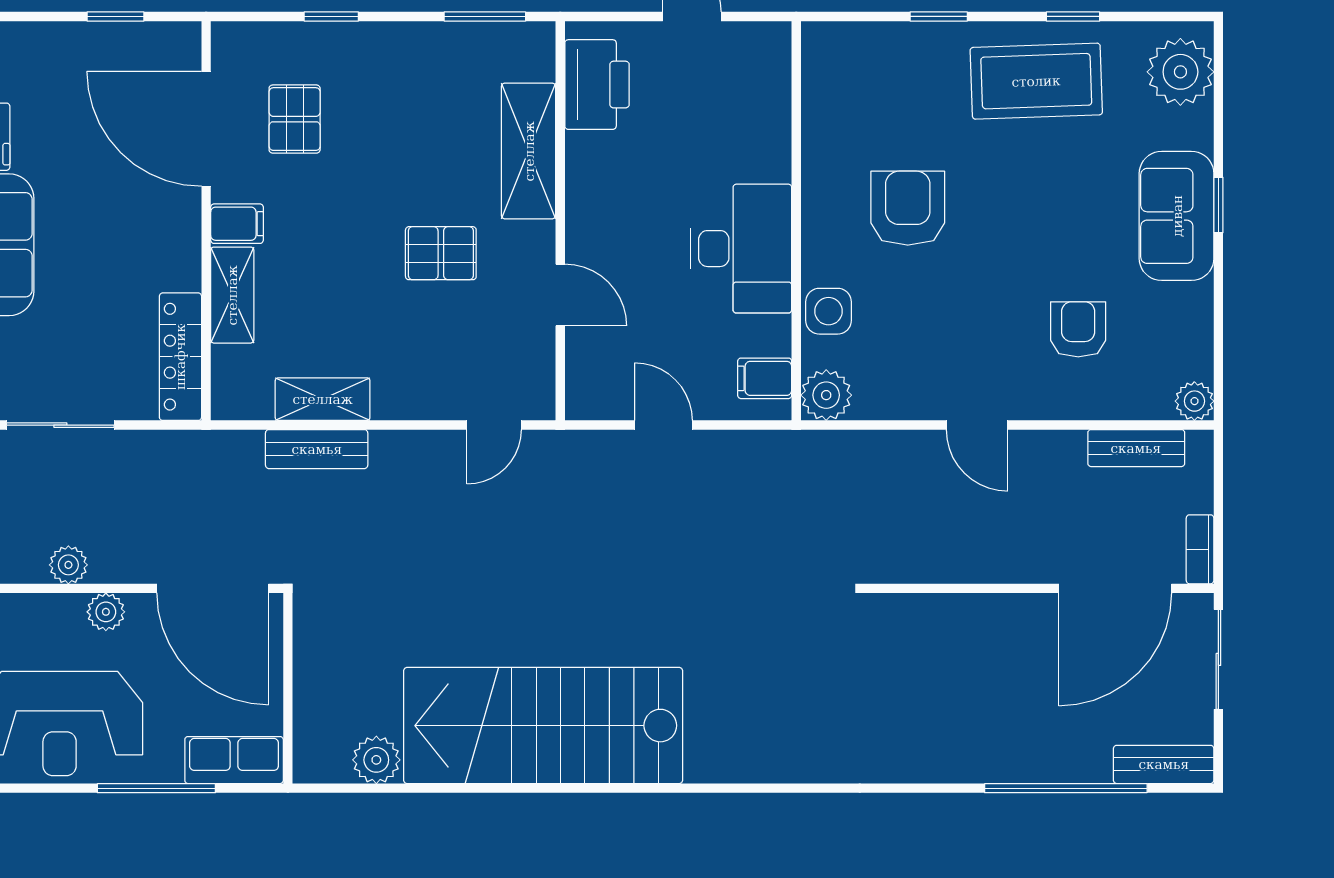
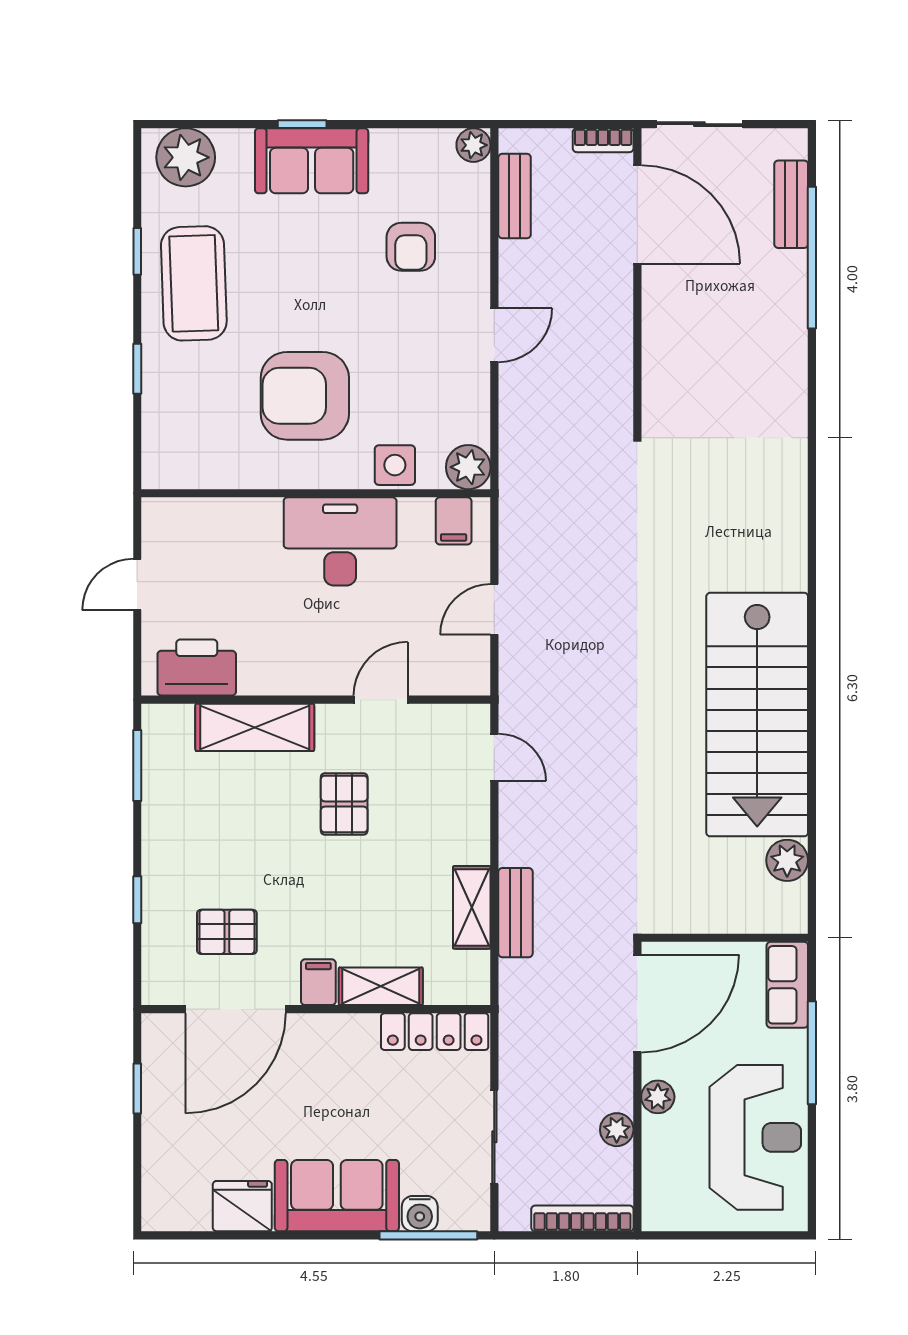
armchair: (908, 208) -> (305, 396), width x1.36, depth x1.36
armchair: (1078, 329) -> (411, 247), turned -90
bench: (1164, 764) -> (791, 204), moved

